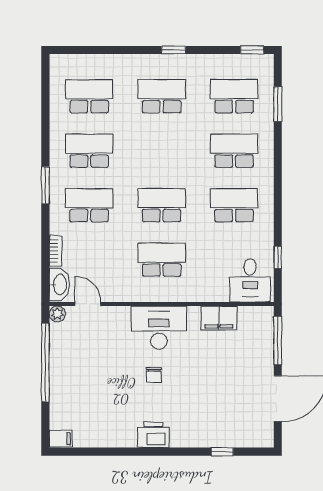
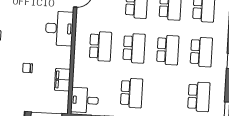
school desk: (234, 151) -> (168, 50), moved
desk: (159, 328) -> (59, 28), moved
chair: (154, 375) -> (28, 68), moved

